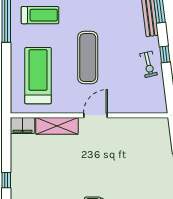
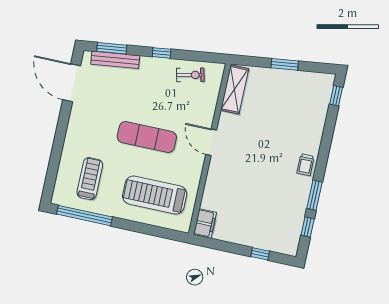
exercise bike: (149, 64) -> (190, 75), moved
shelving: (57, 126) -> (235, 89), moved

